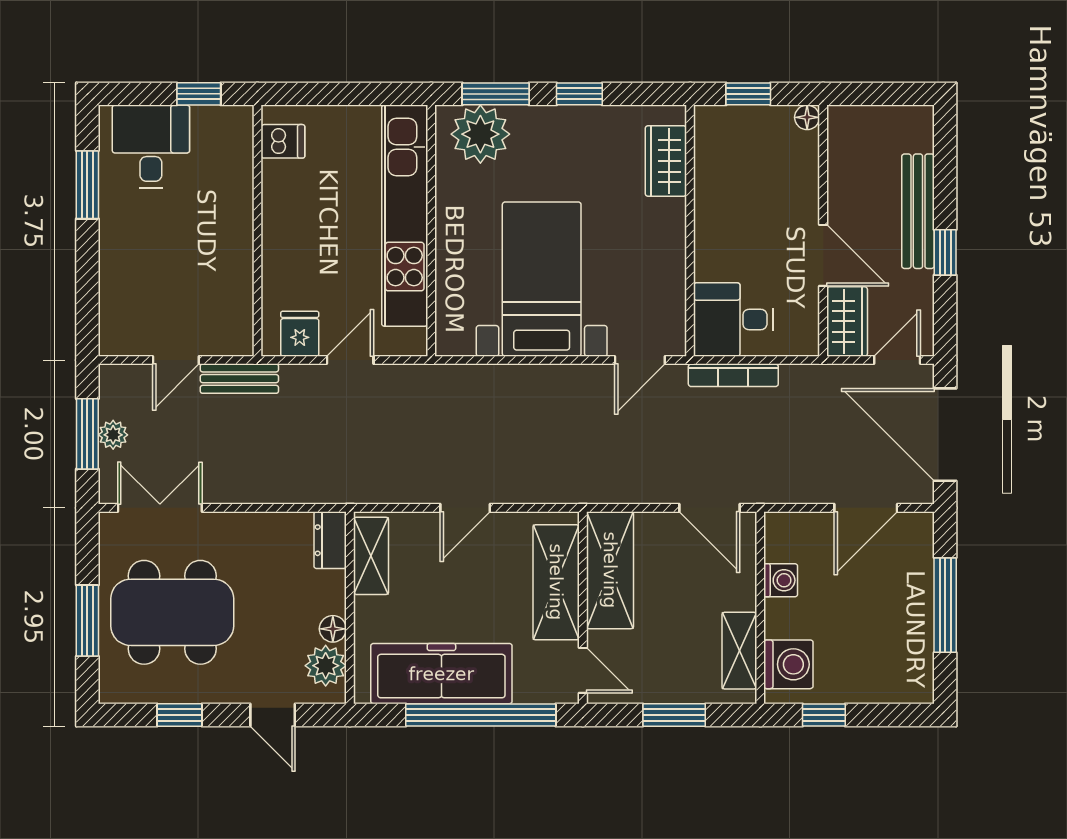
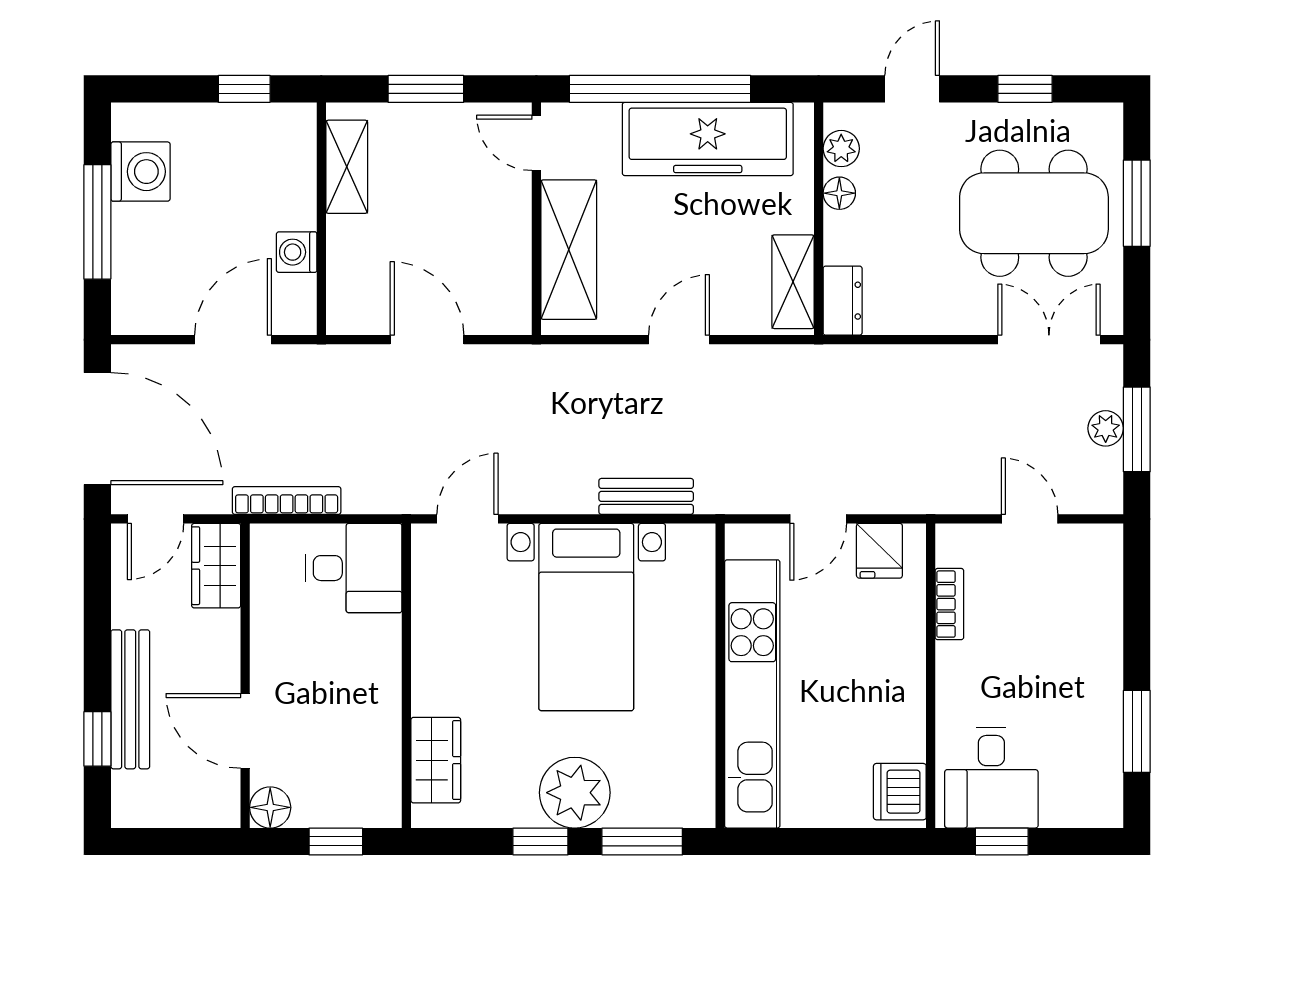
floor lamp: (807, 117) -> (270, 807), width x1.37, depth x1.37
plant: (480, 134) -> (575, 793), moved
dishwasher: (283, 141) -> (900, 792), width x1.38
desk: (151, 146) -> (991, 778), moved
window: (945, 252) -> (97, 739), moved
door: (823, 255) -> (245, 731), moved
bookcase: (242, 290) -> (949, 604), added
door: (176, 360) -> (1030, 519), hinge flipped
bookcase: (733, 375) -> (287, 501), moved
bench: (239, 379) -> (646, 496), moved
double door: (160, 508) -> (1049, 340), swing flipped
door: (709, 508) -> (427, 340), moved
door: (866, 508) -> (233, 340), moved
shelving: (610, 570) -> (503, 264), removed
washing machine: (788, 664) -> (140, 172), moved, turned 180
plant: (326, 666) -> (841, 149), width x0.73, depth x0.73
door: (273, 715) -> (912, 89), hinge flipped

